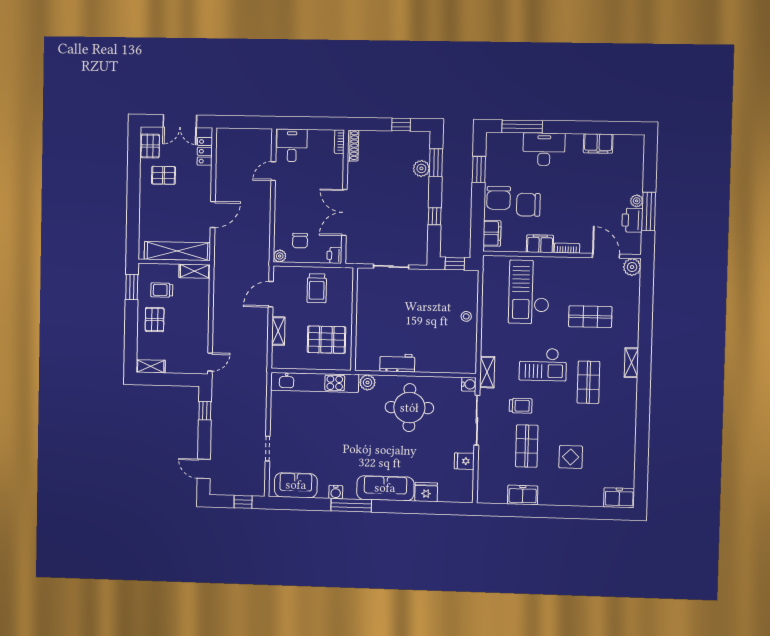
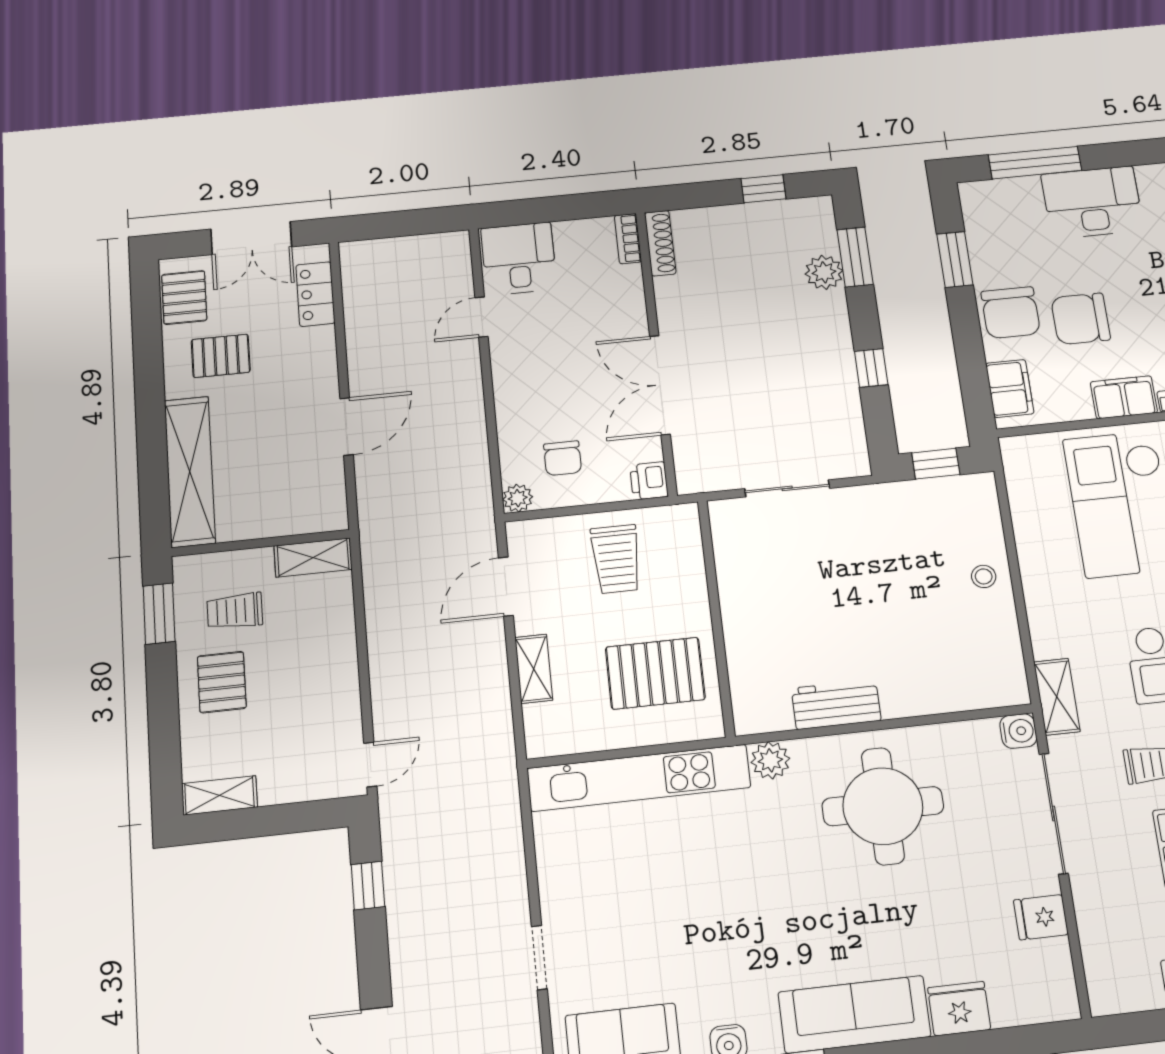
shelving: (177, 251) -> (190, 471), moved, turned 90

